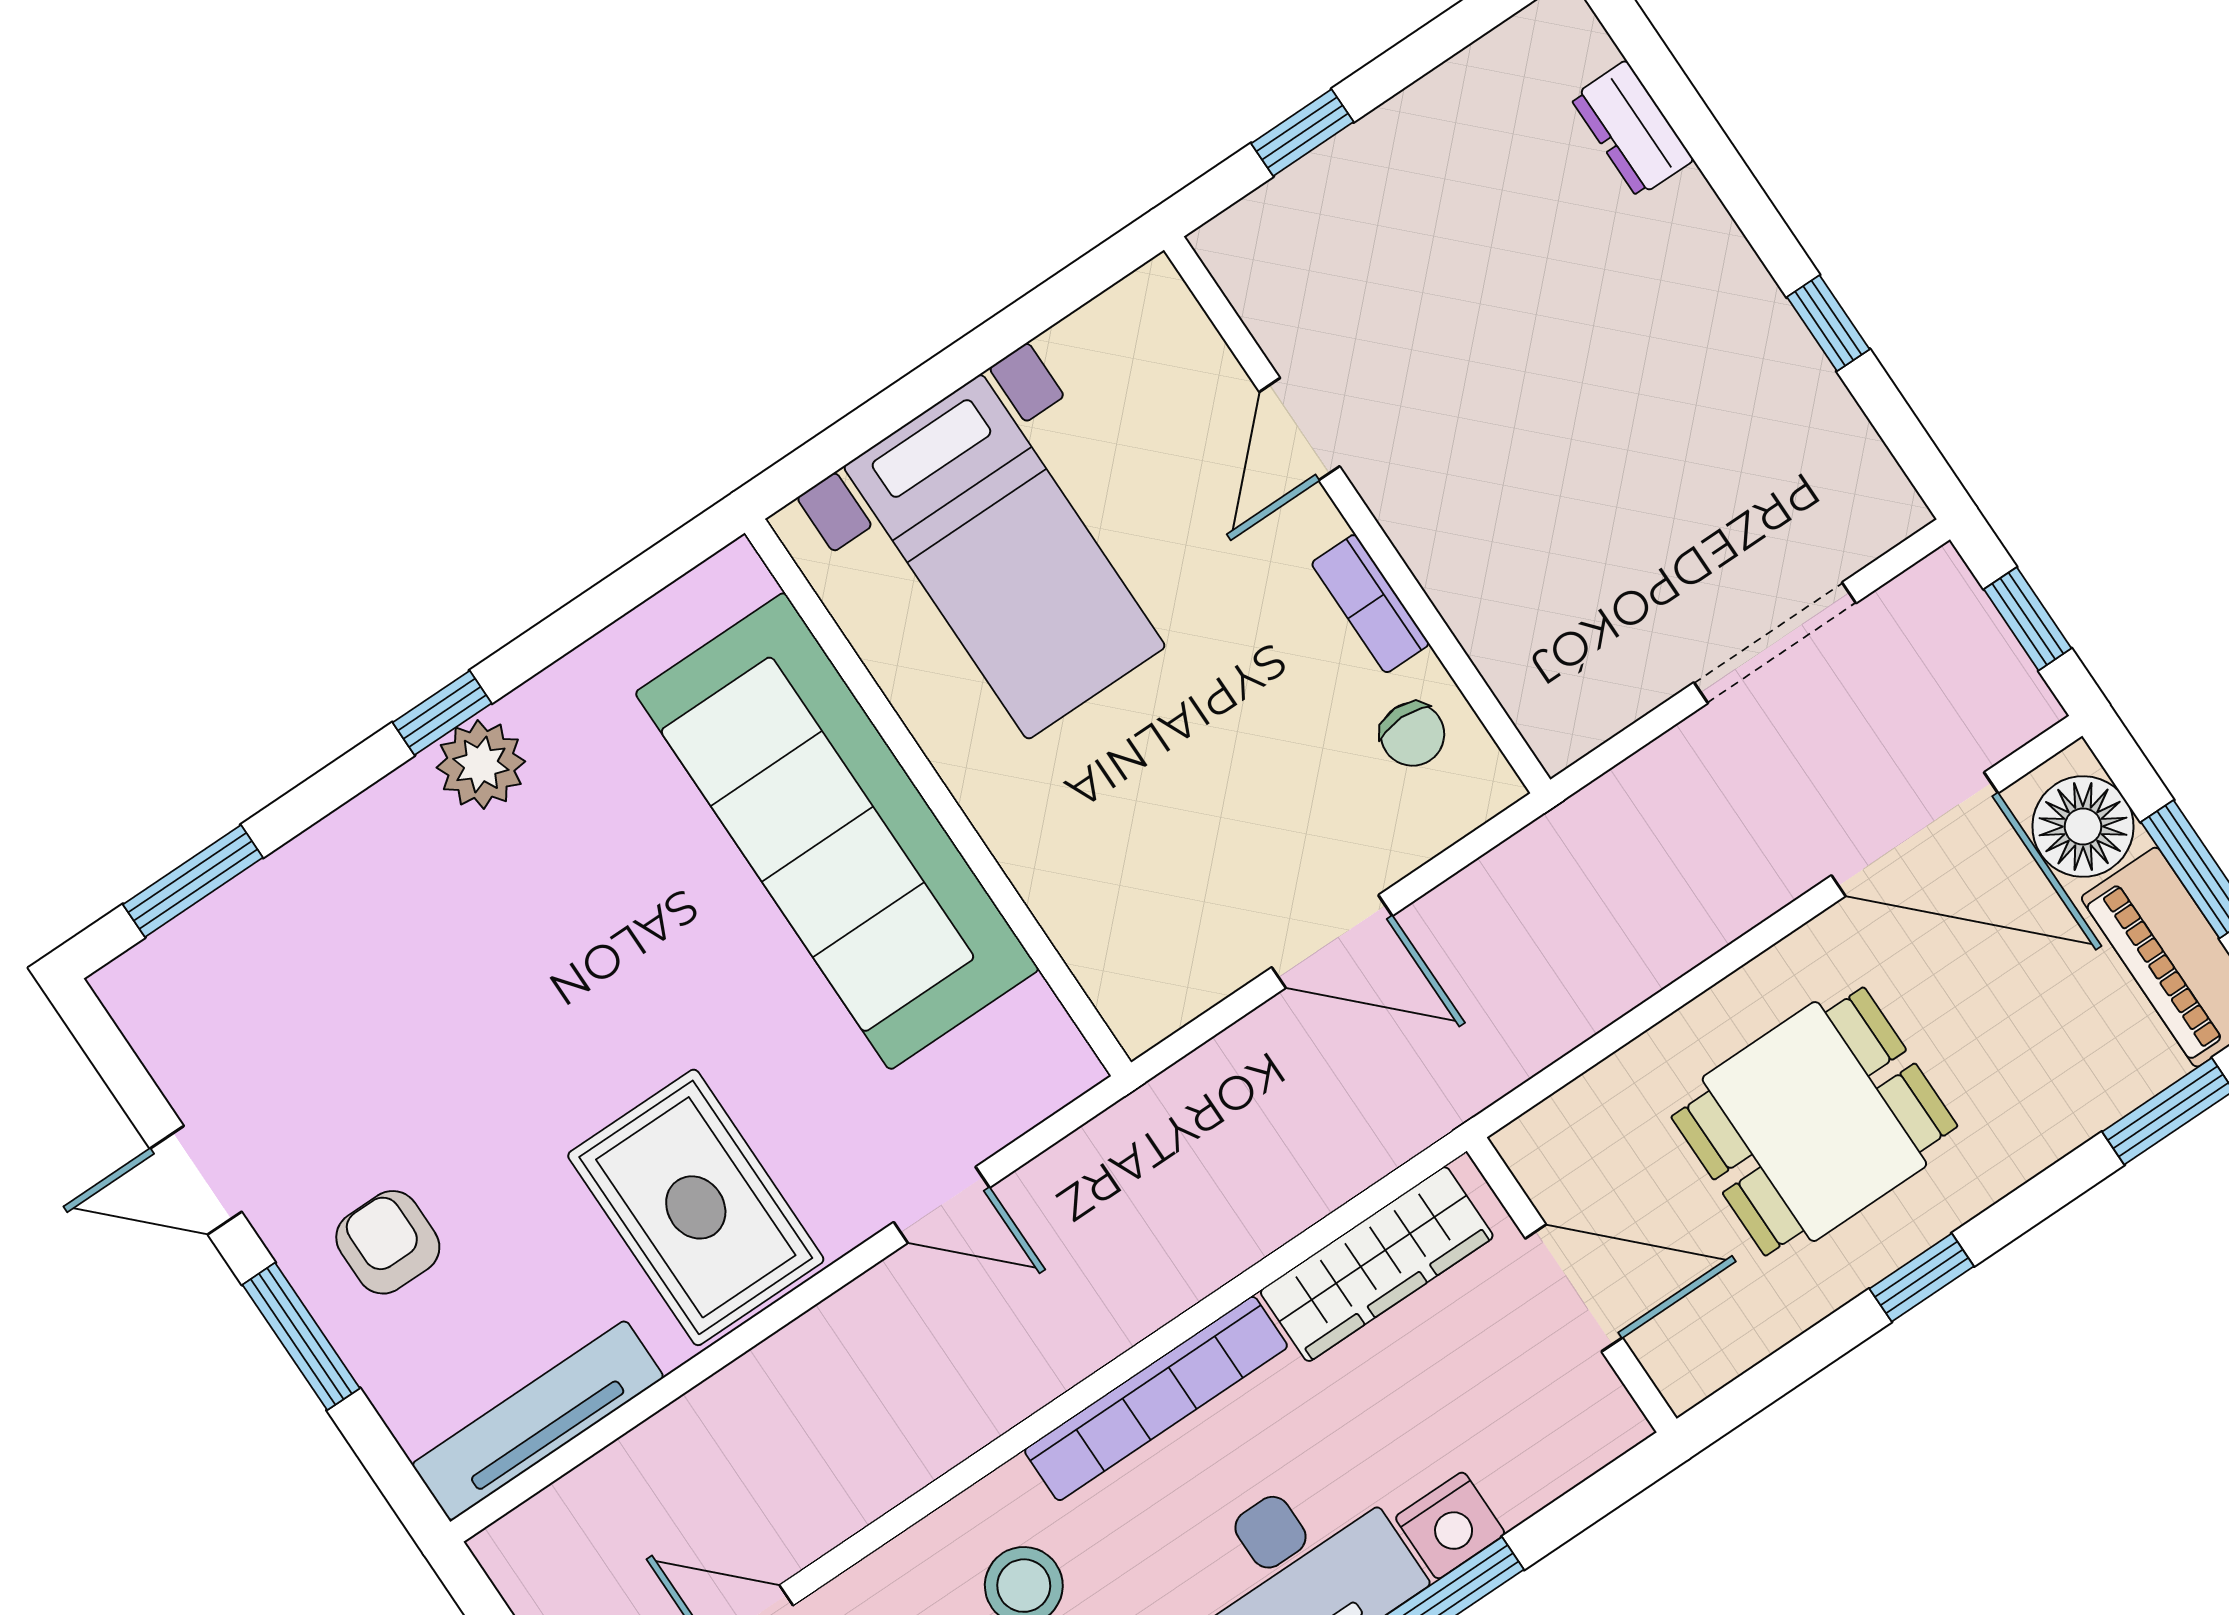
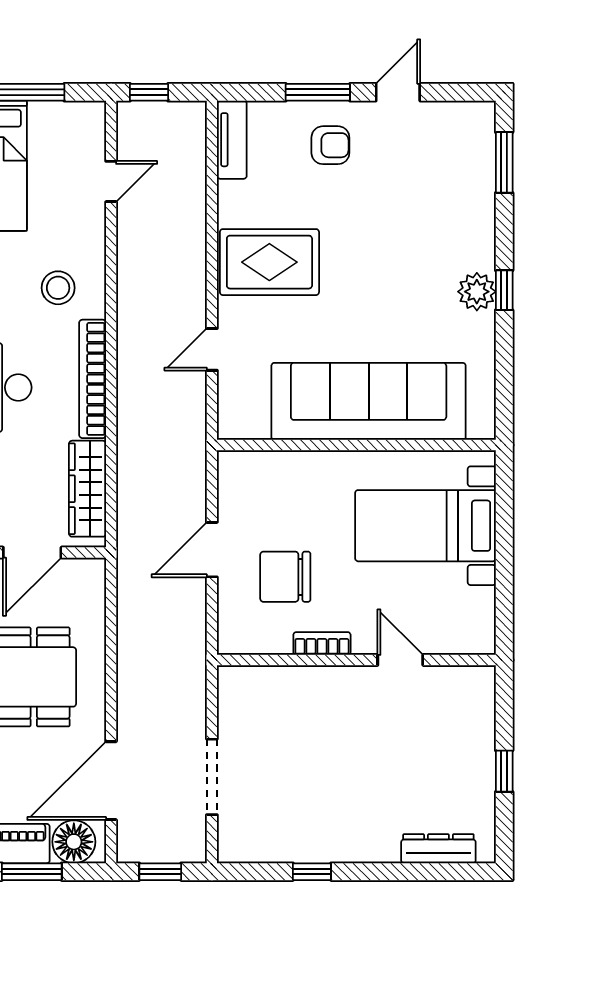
dresser: (1632, 129) -> (438, 849), width x1.44
window: (1302, 133) -> (504, 771), moved
chair: (1412, 734) -> (285, 577), moved, width x1.87, depth x1.87
tv unit: (538, 1421) -> (232, 140), width x0.71

